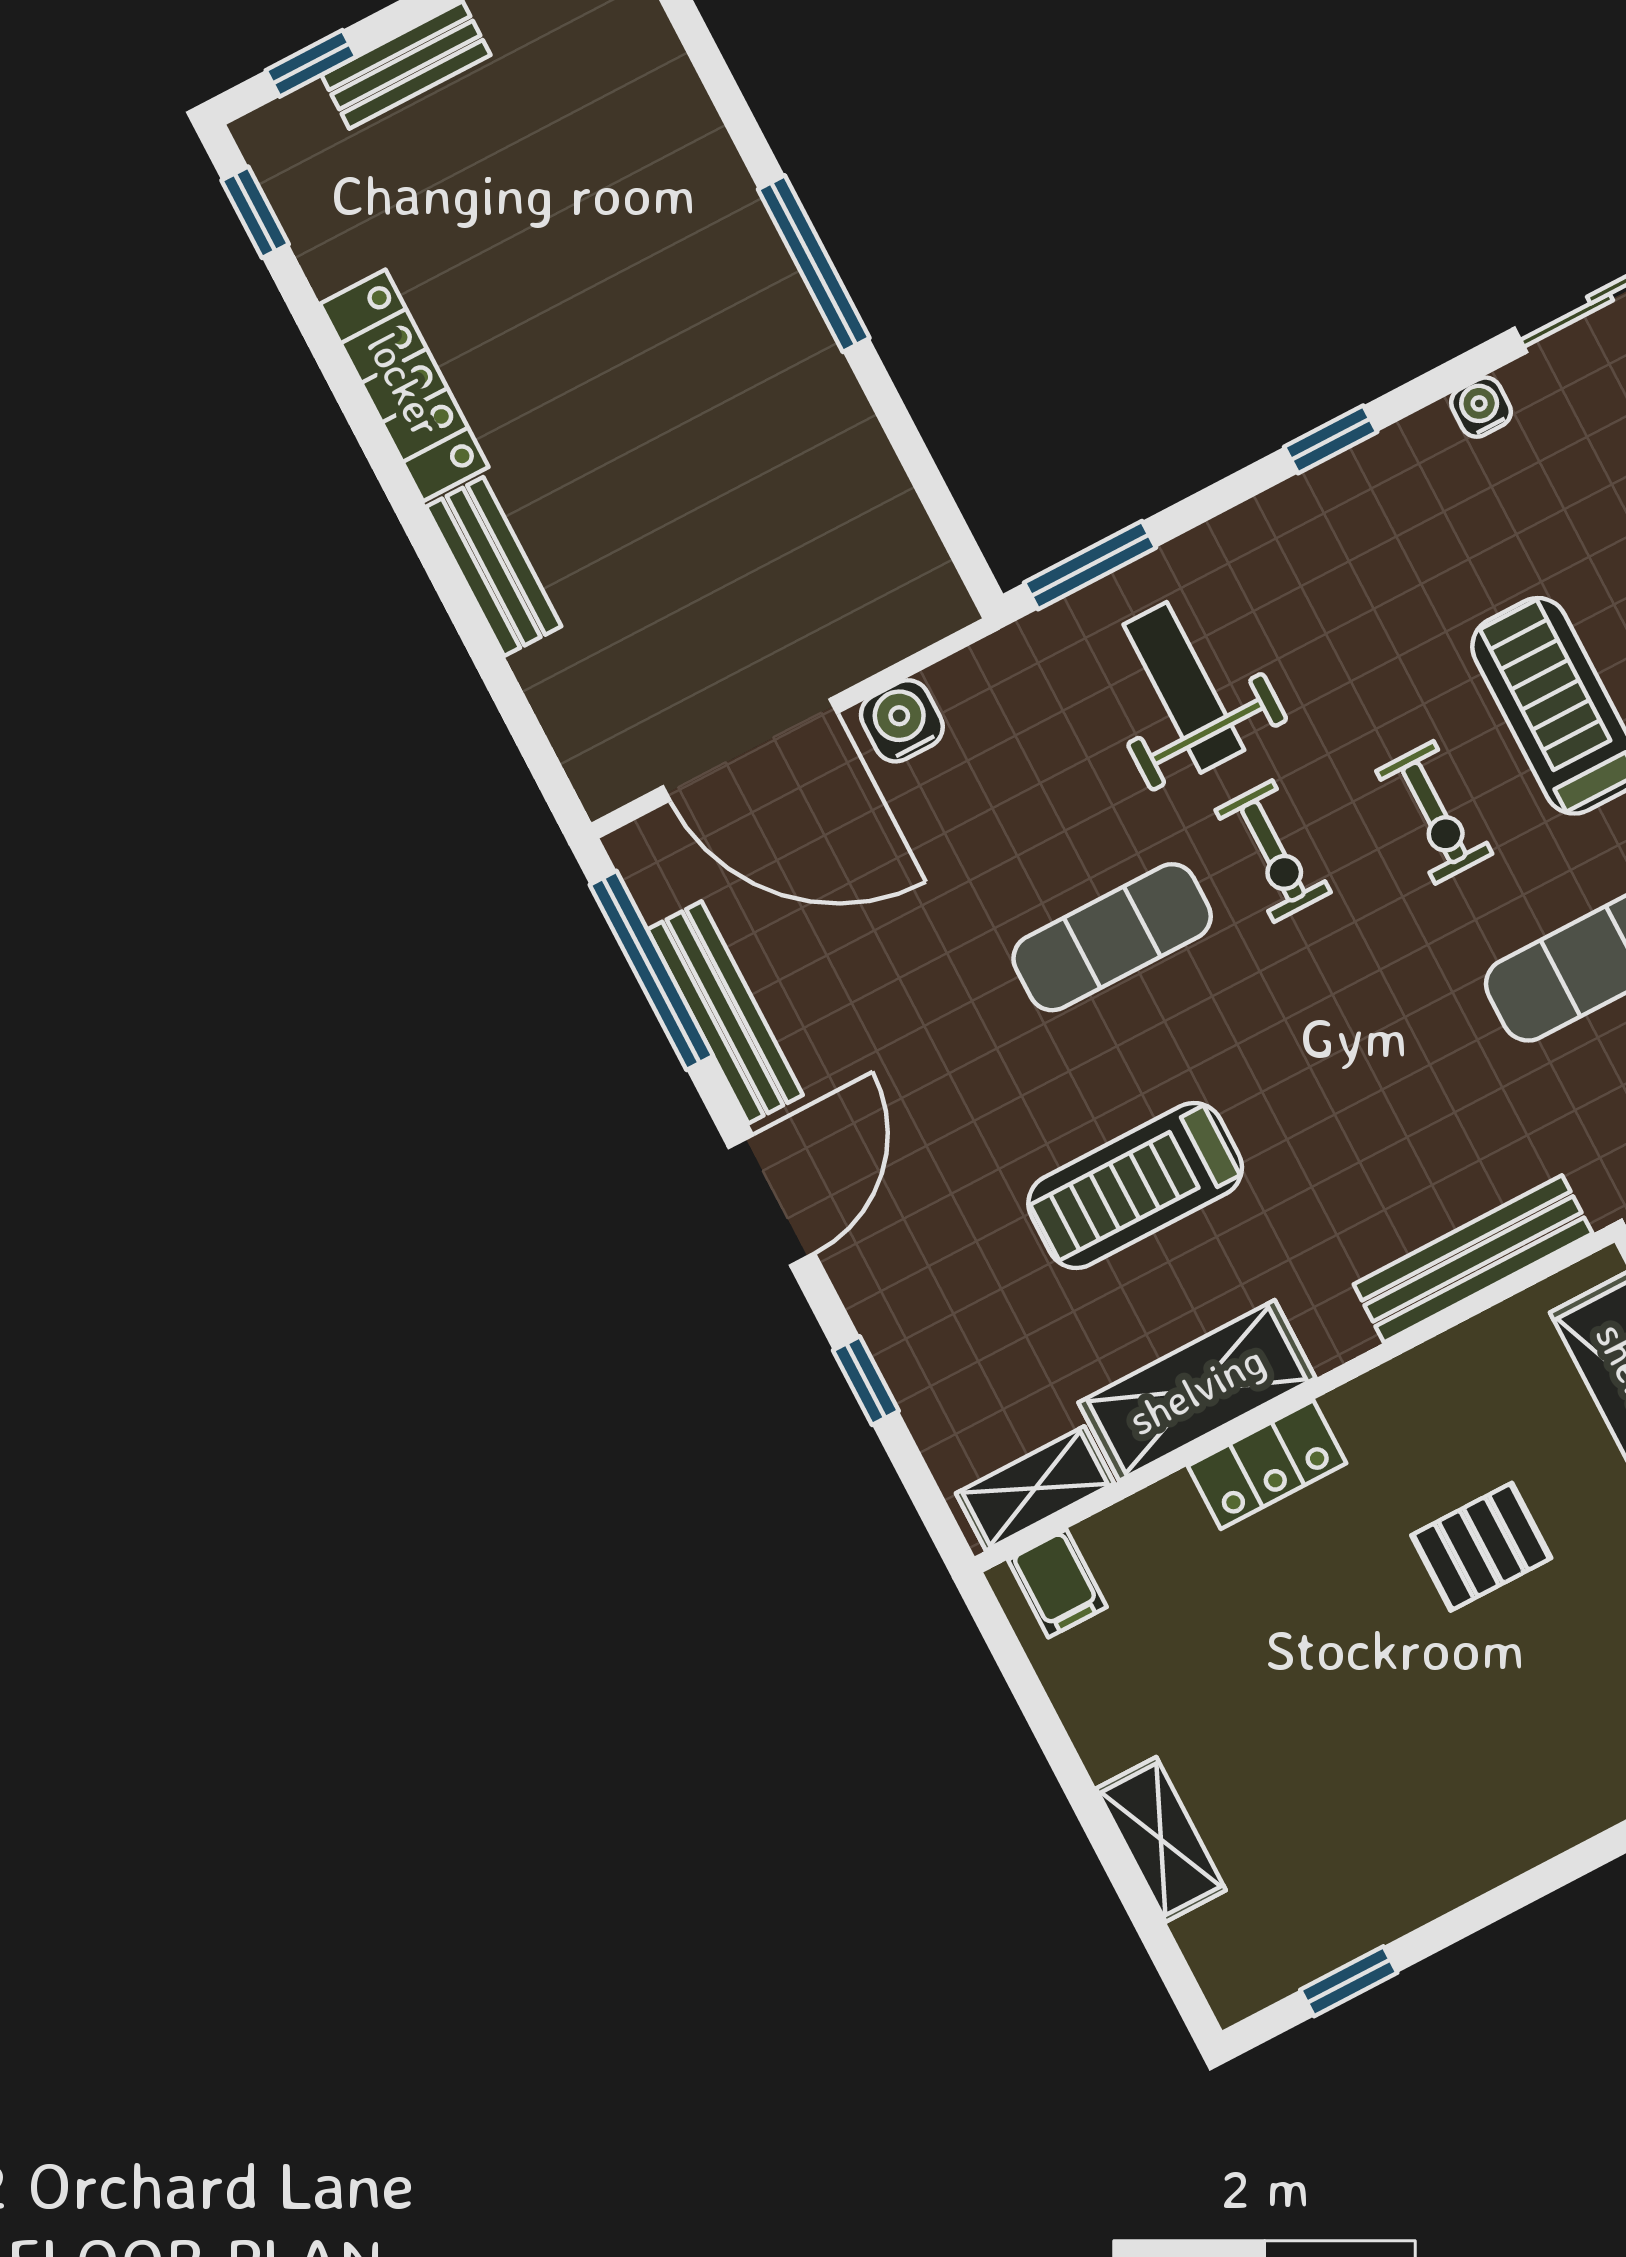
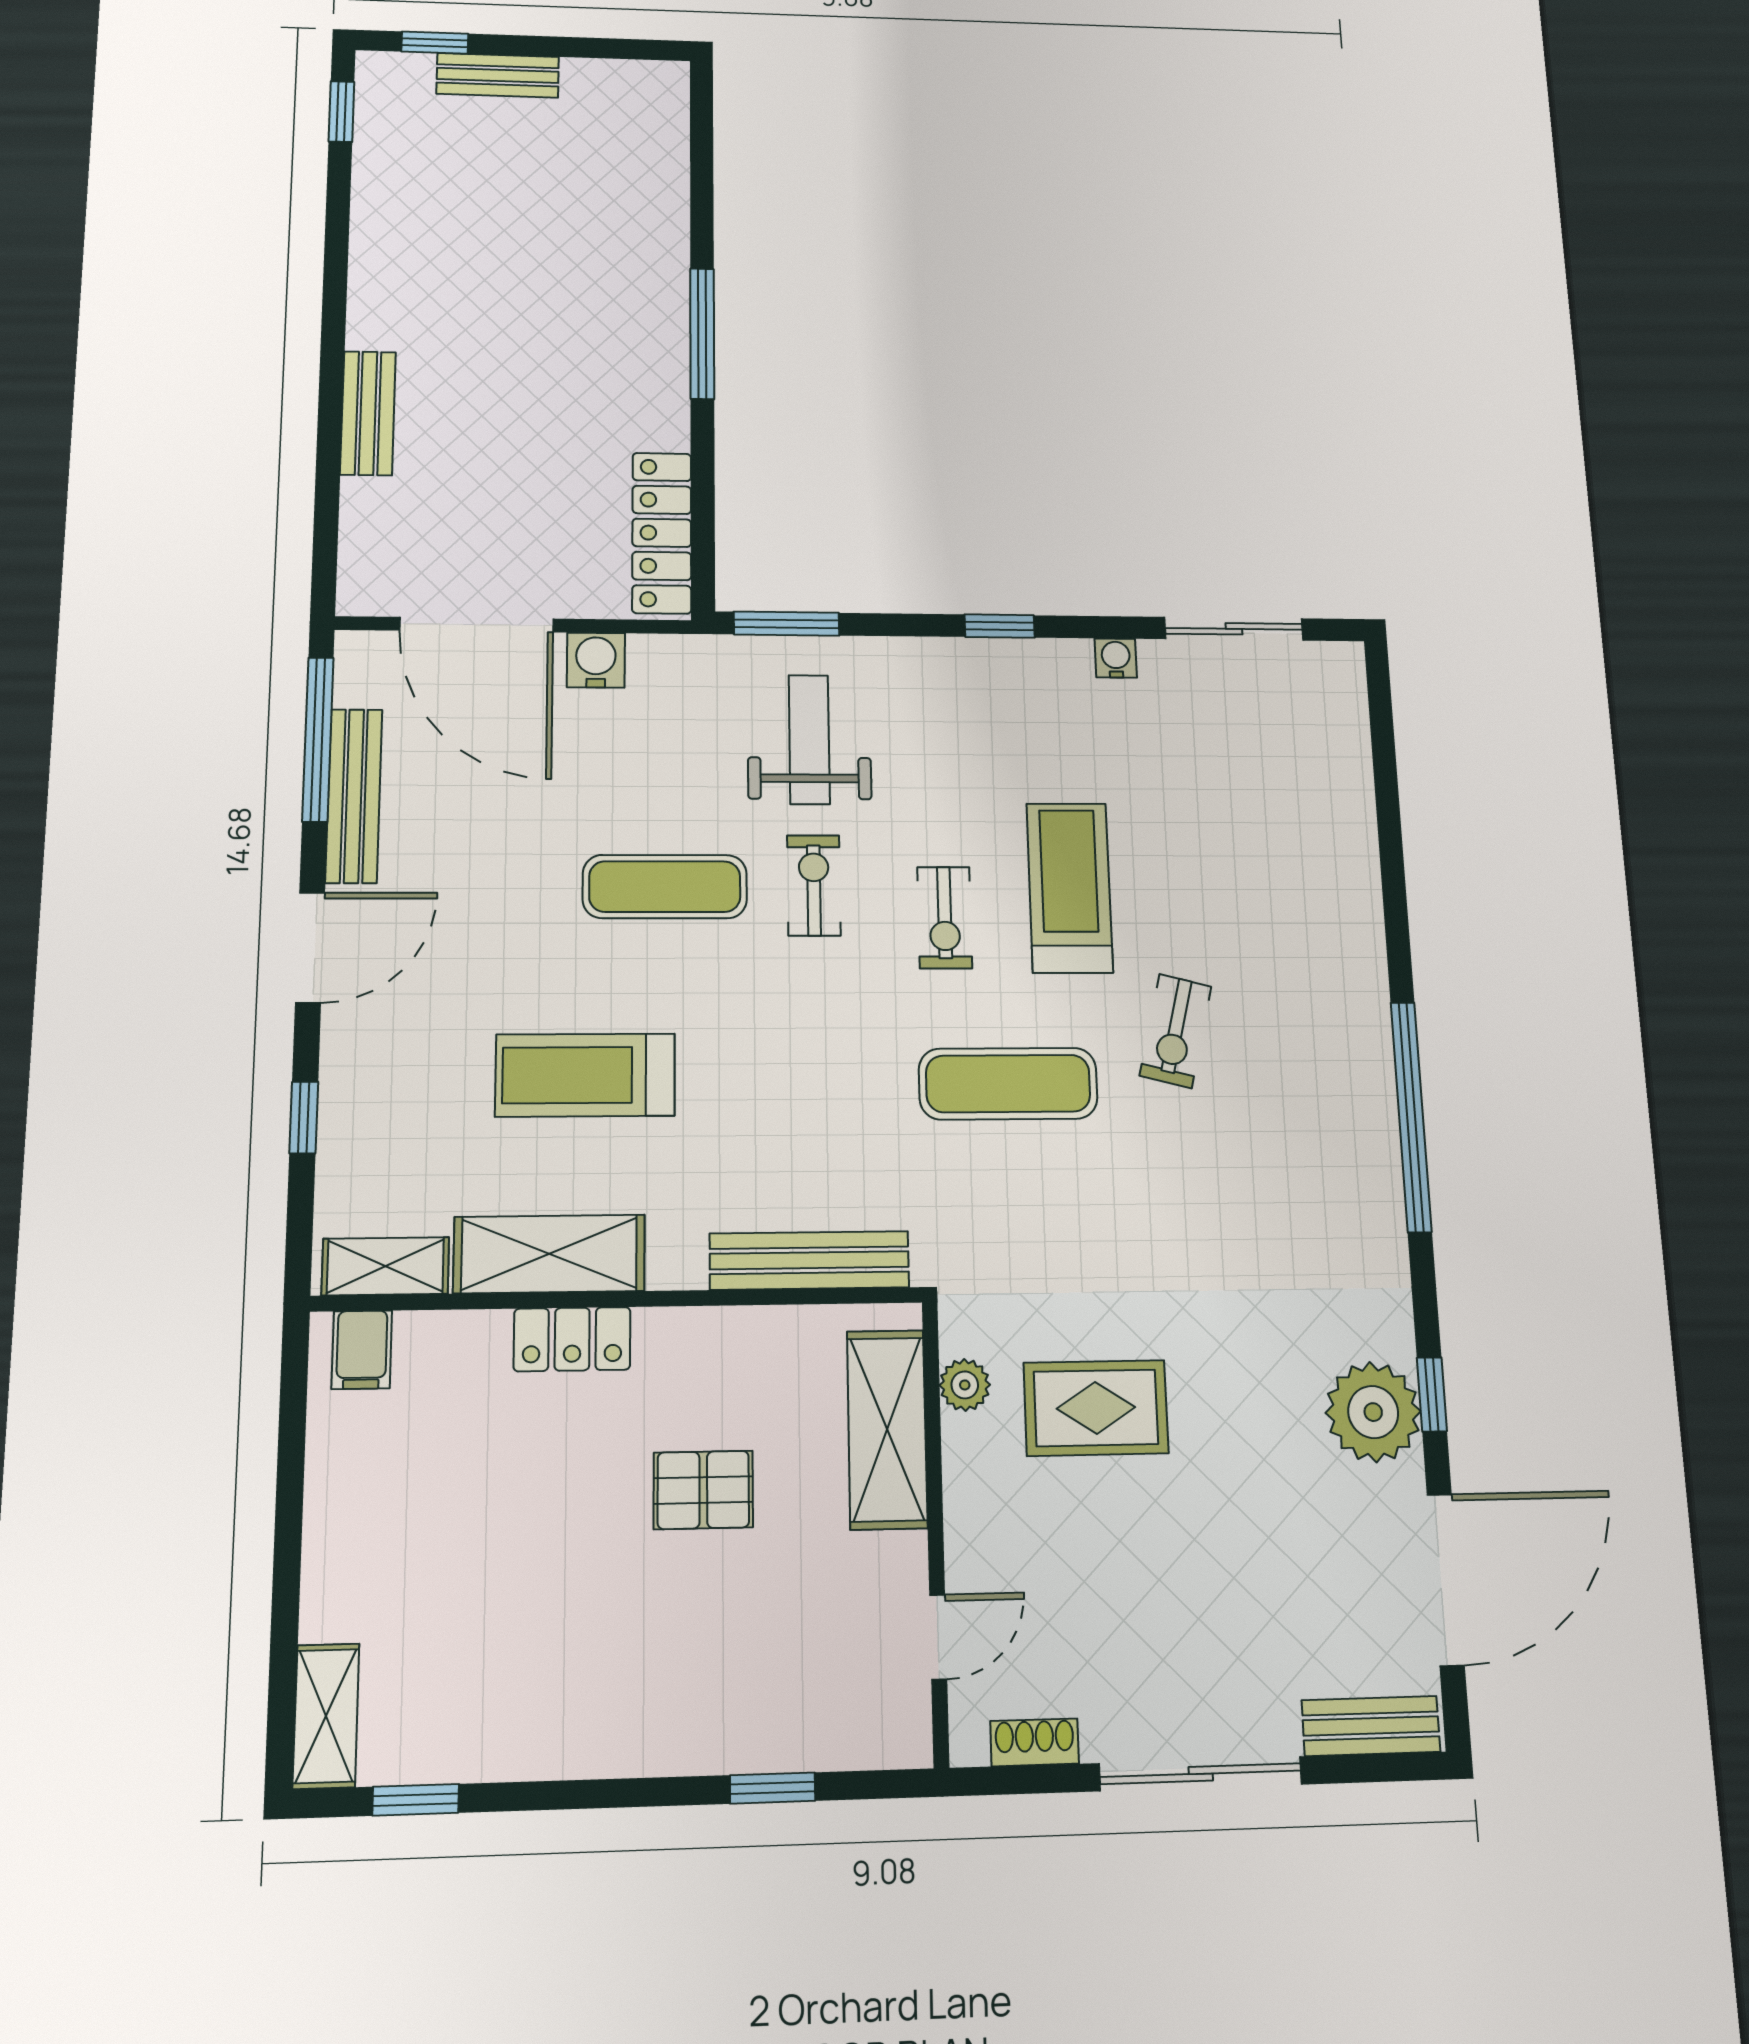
locker: (404, 385) -> (662, 533), moved, turned 180
exercise bike: (1273, 851) -> (814, 885), turned 180
shelving: (1161, 1839) -> (326, 1716), moved

